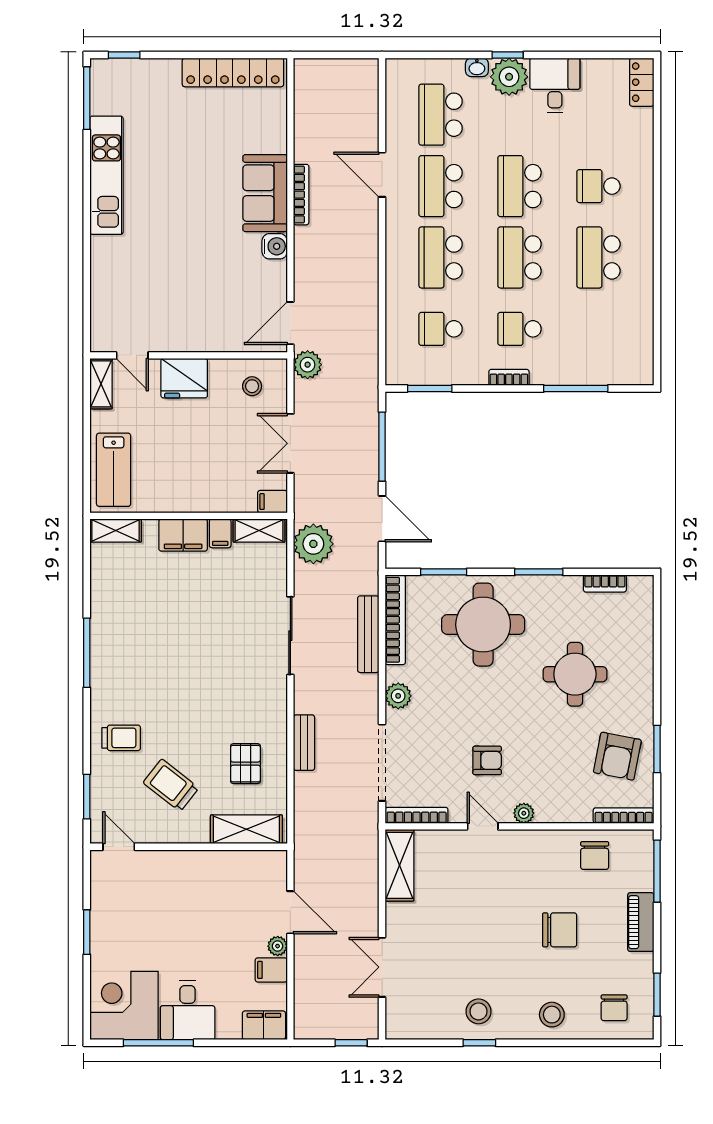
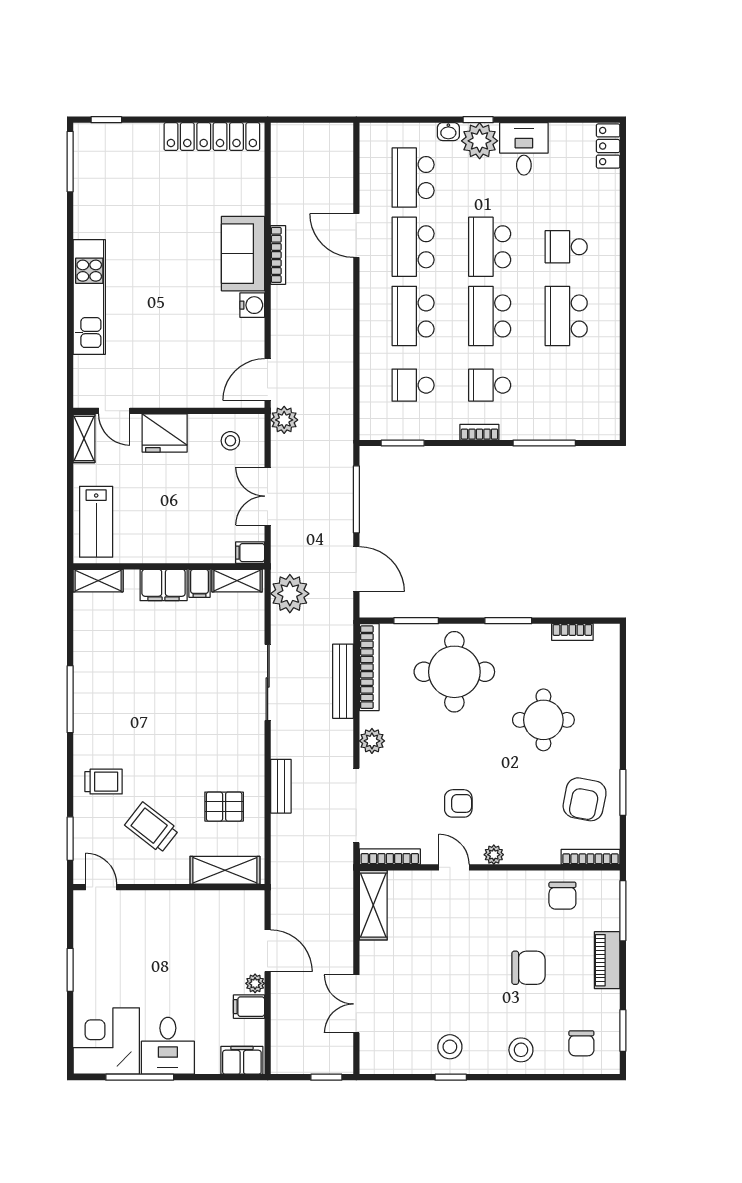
kitchen unit: (106, 175) -> (89, 297), moved
pallet: (246, 764) -> (224, 807), turned 90

